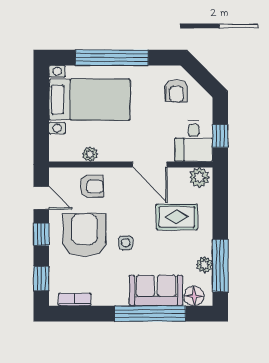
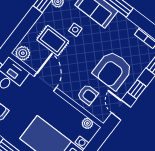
plant: (90, 154) -> (87, 123), moved
armchair: (92, 186) -> (88, 95), turned 180
side table: (126, 243) -> (75, 30), moved

